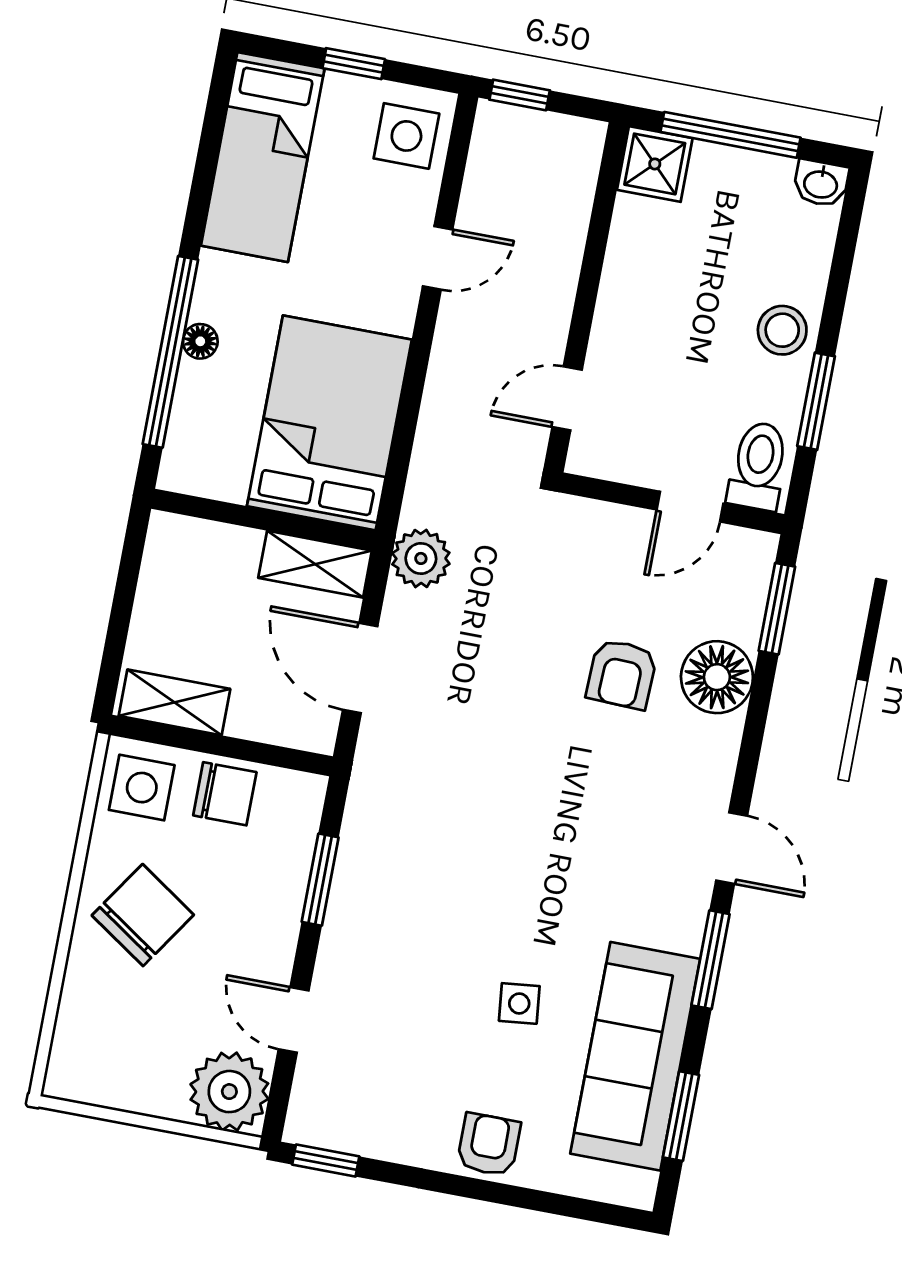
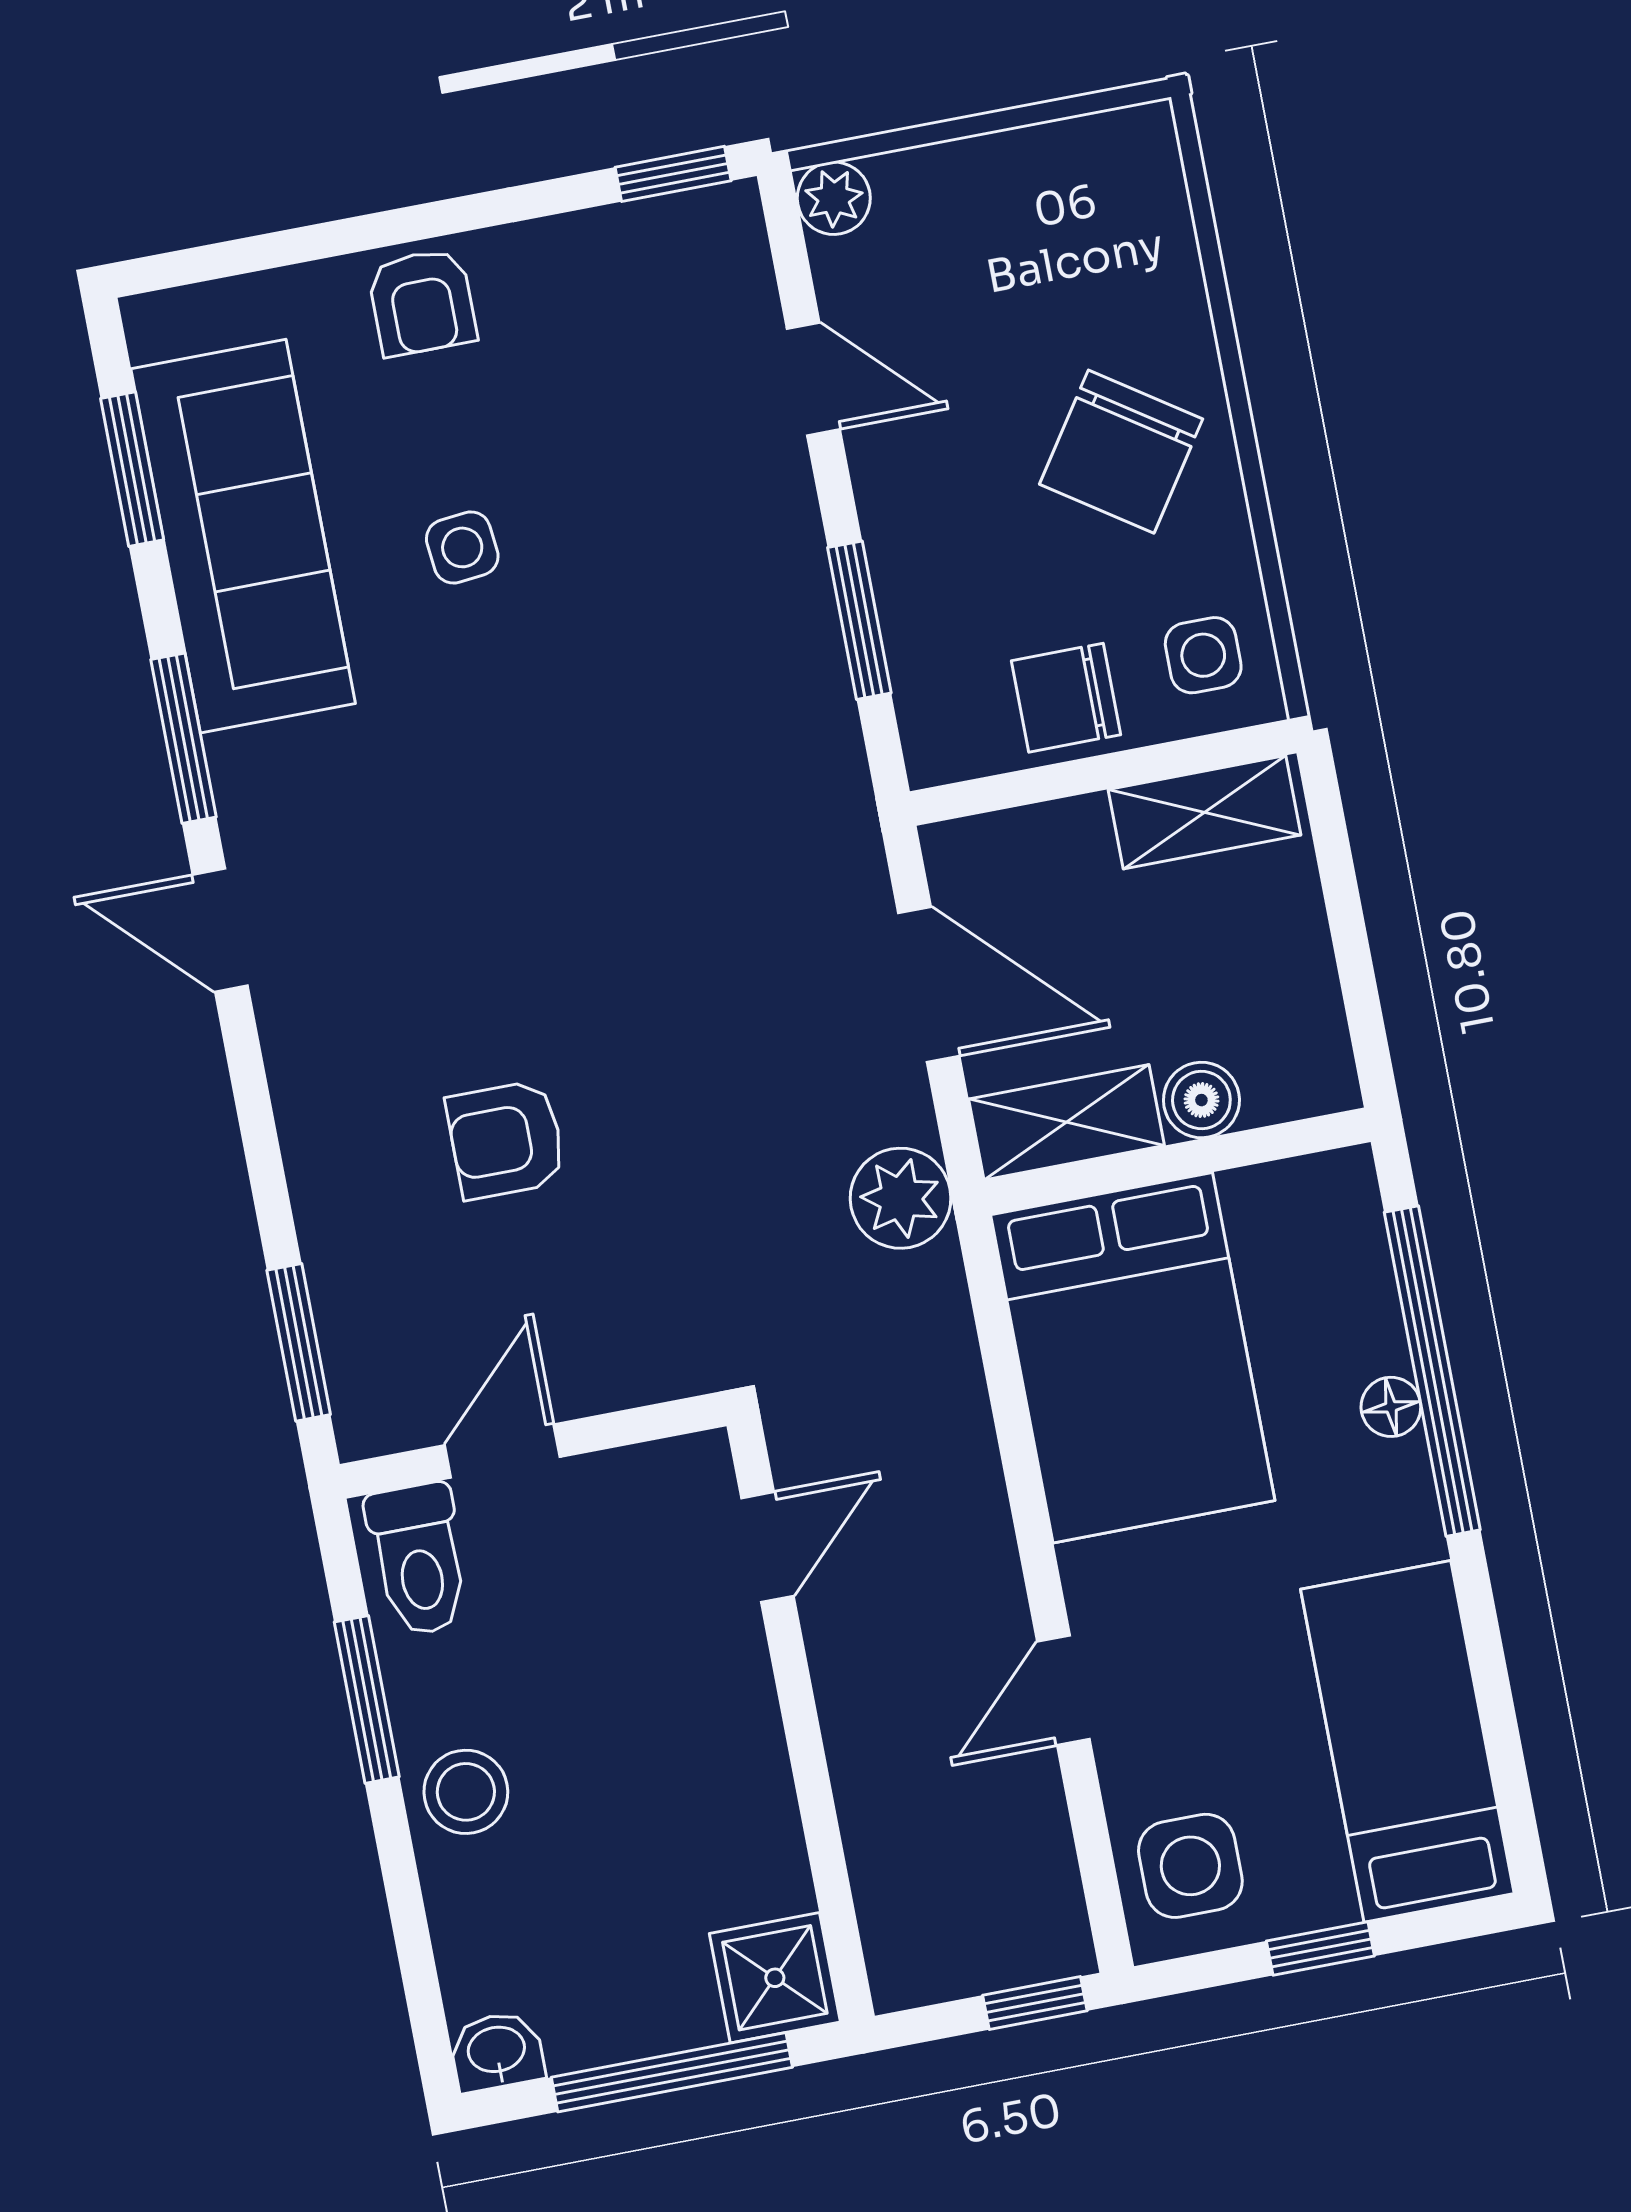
boiler: (237, 548) -> (1201, 1100), added
armchair: (622, 674) -> (506, 1140), turned -92
floor lamp: (717, 677) -> (352, 1195), removed
side table: (142, 788) -> (1203, 655), width x0.73, depth x0.73
plant: (229, 1092) -> (834, 198), width x0.53, depth x0.53

